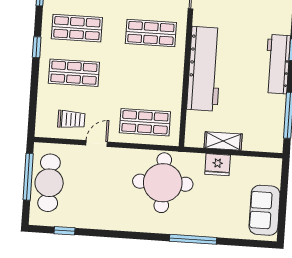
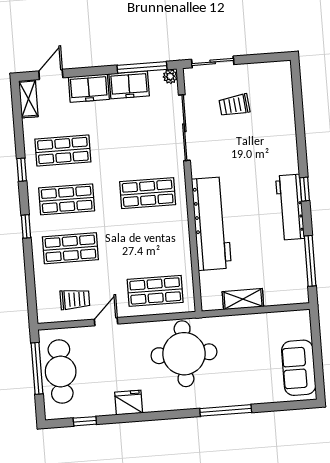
fridge: (218, 165) -> (129, 403), moved, turned 180

